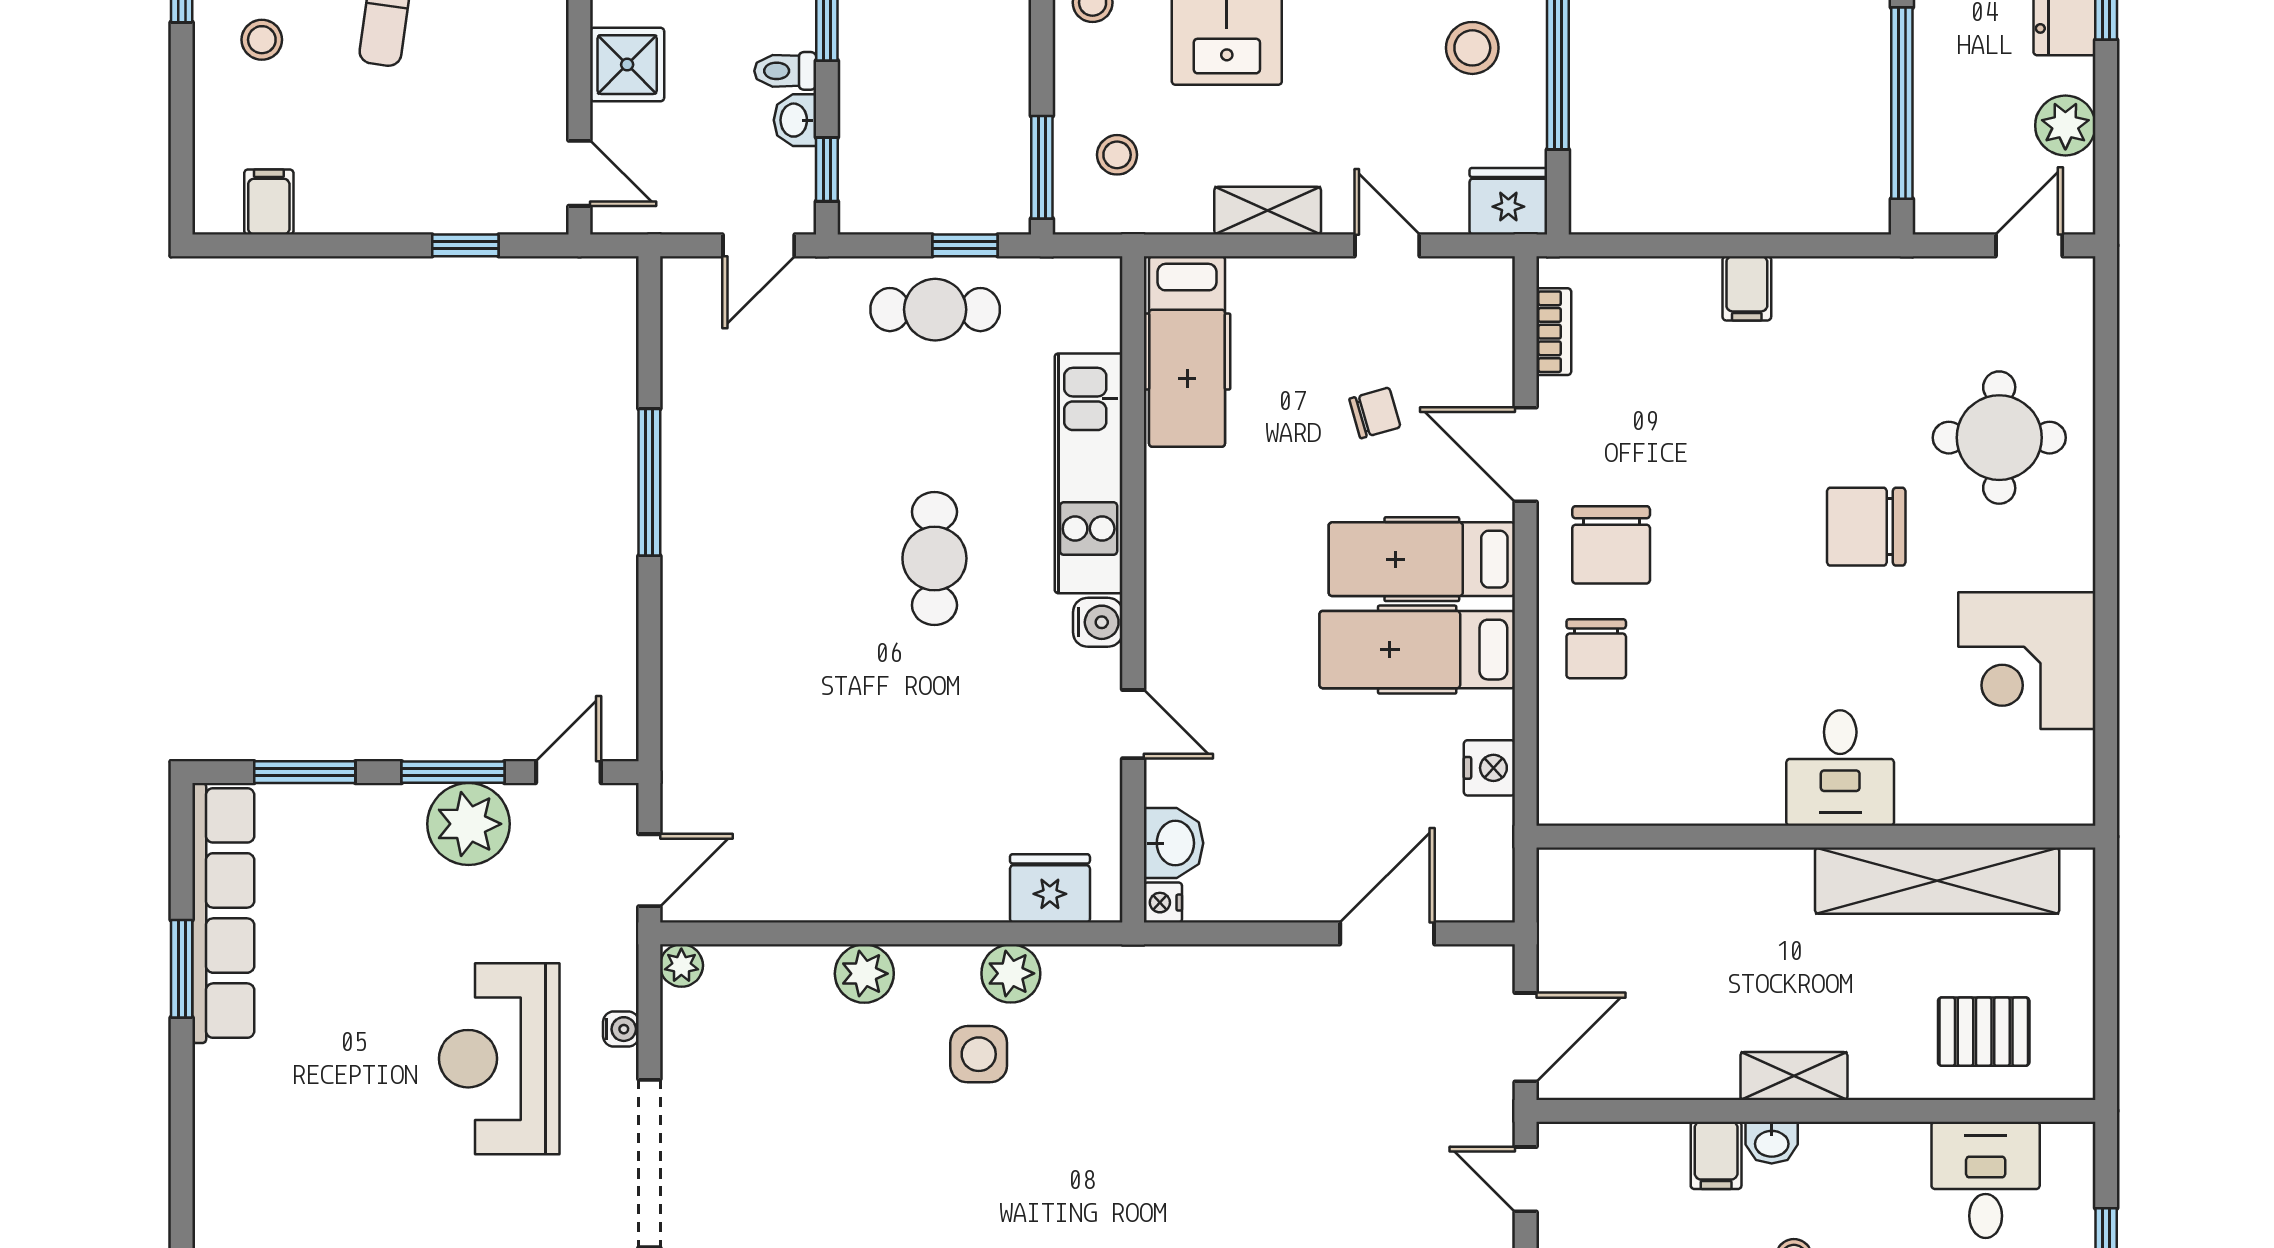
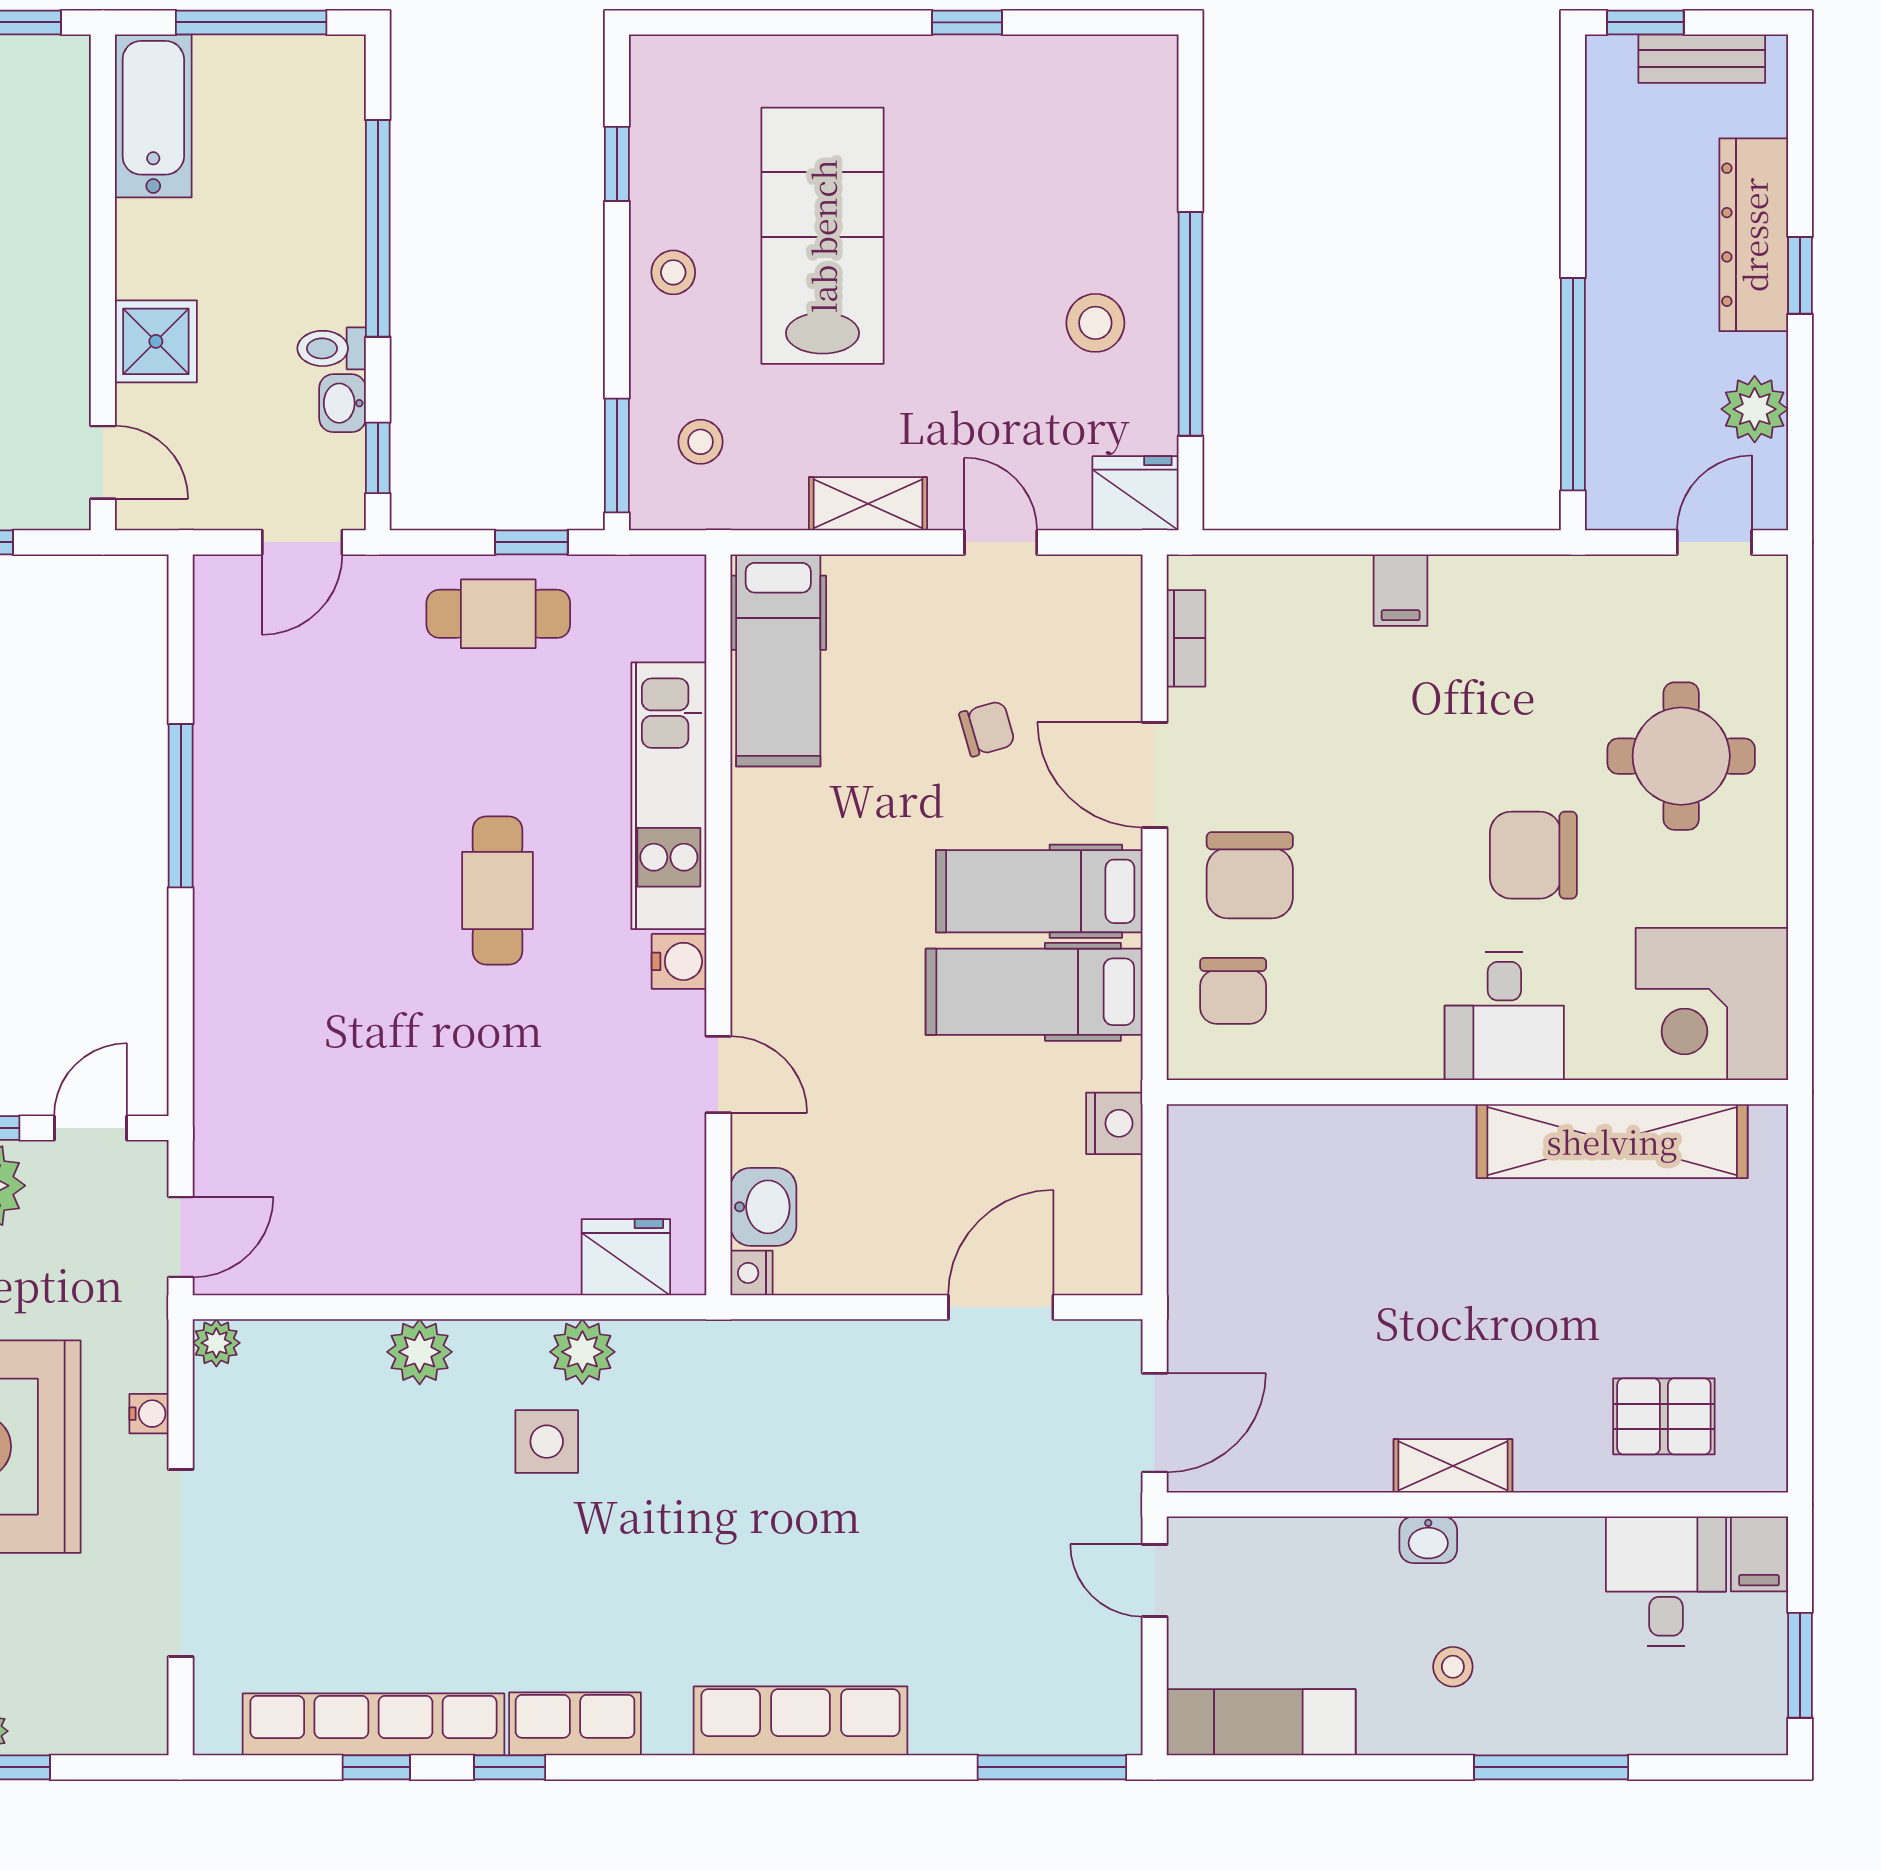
desk: (1840, 768) -> (1504, 1016), moved
wall: (1816, 837) -> (1477, 1092), moved
shelving: (1937, 881) -> (1612, 1141), moved
filing cabinet: (1716, 1155) -> (1759, 1554), moved

